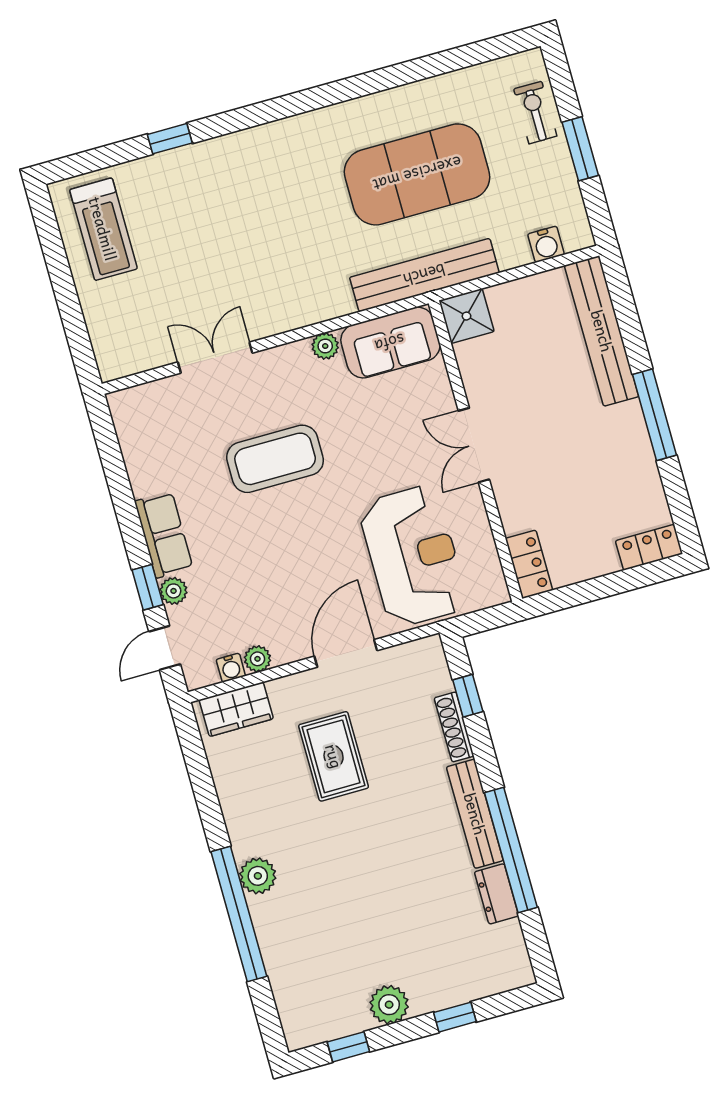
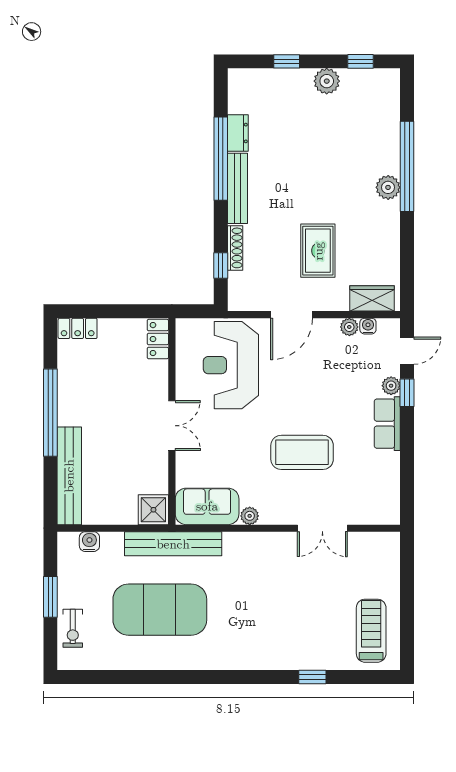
window: (654, 415) -> (50, 413), width x1.46

